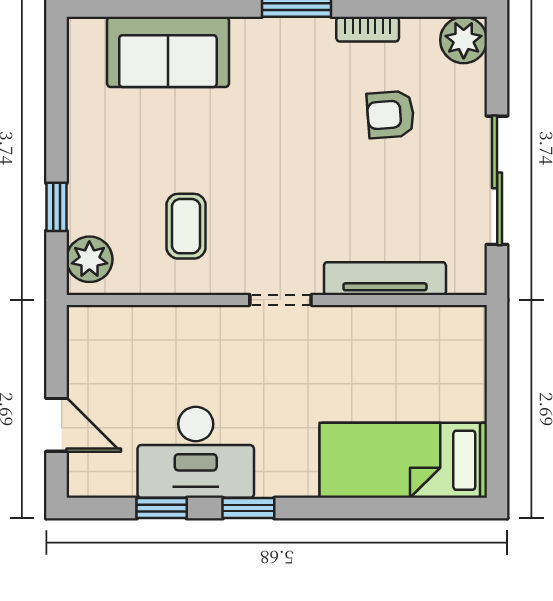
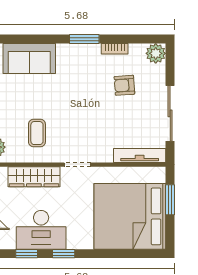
tv unit: (385, 279) -> (140, 155), moved
wardrobe: (179, 328) -> (34, 177), added
window: (497, 382) -> (170, 200), added
bed: (403, 460) -> (130, 216), width x2.04

